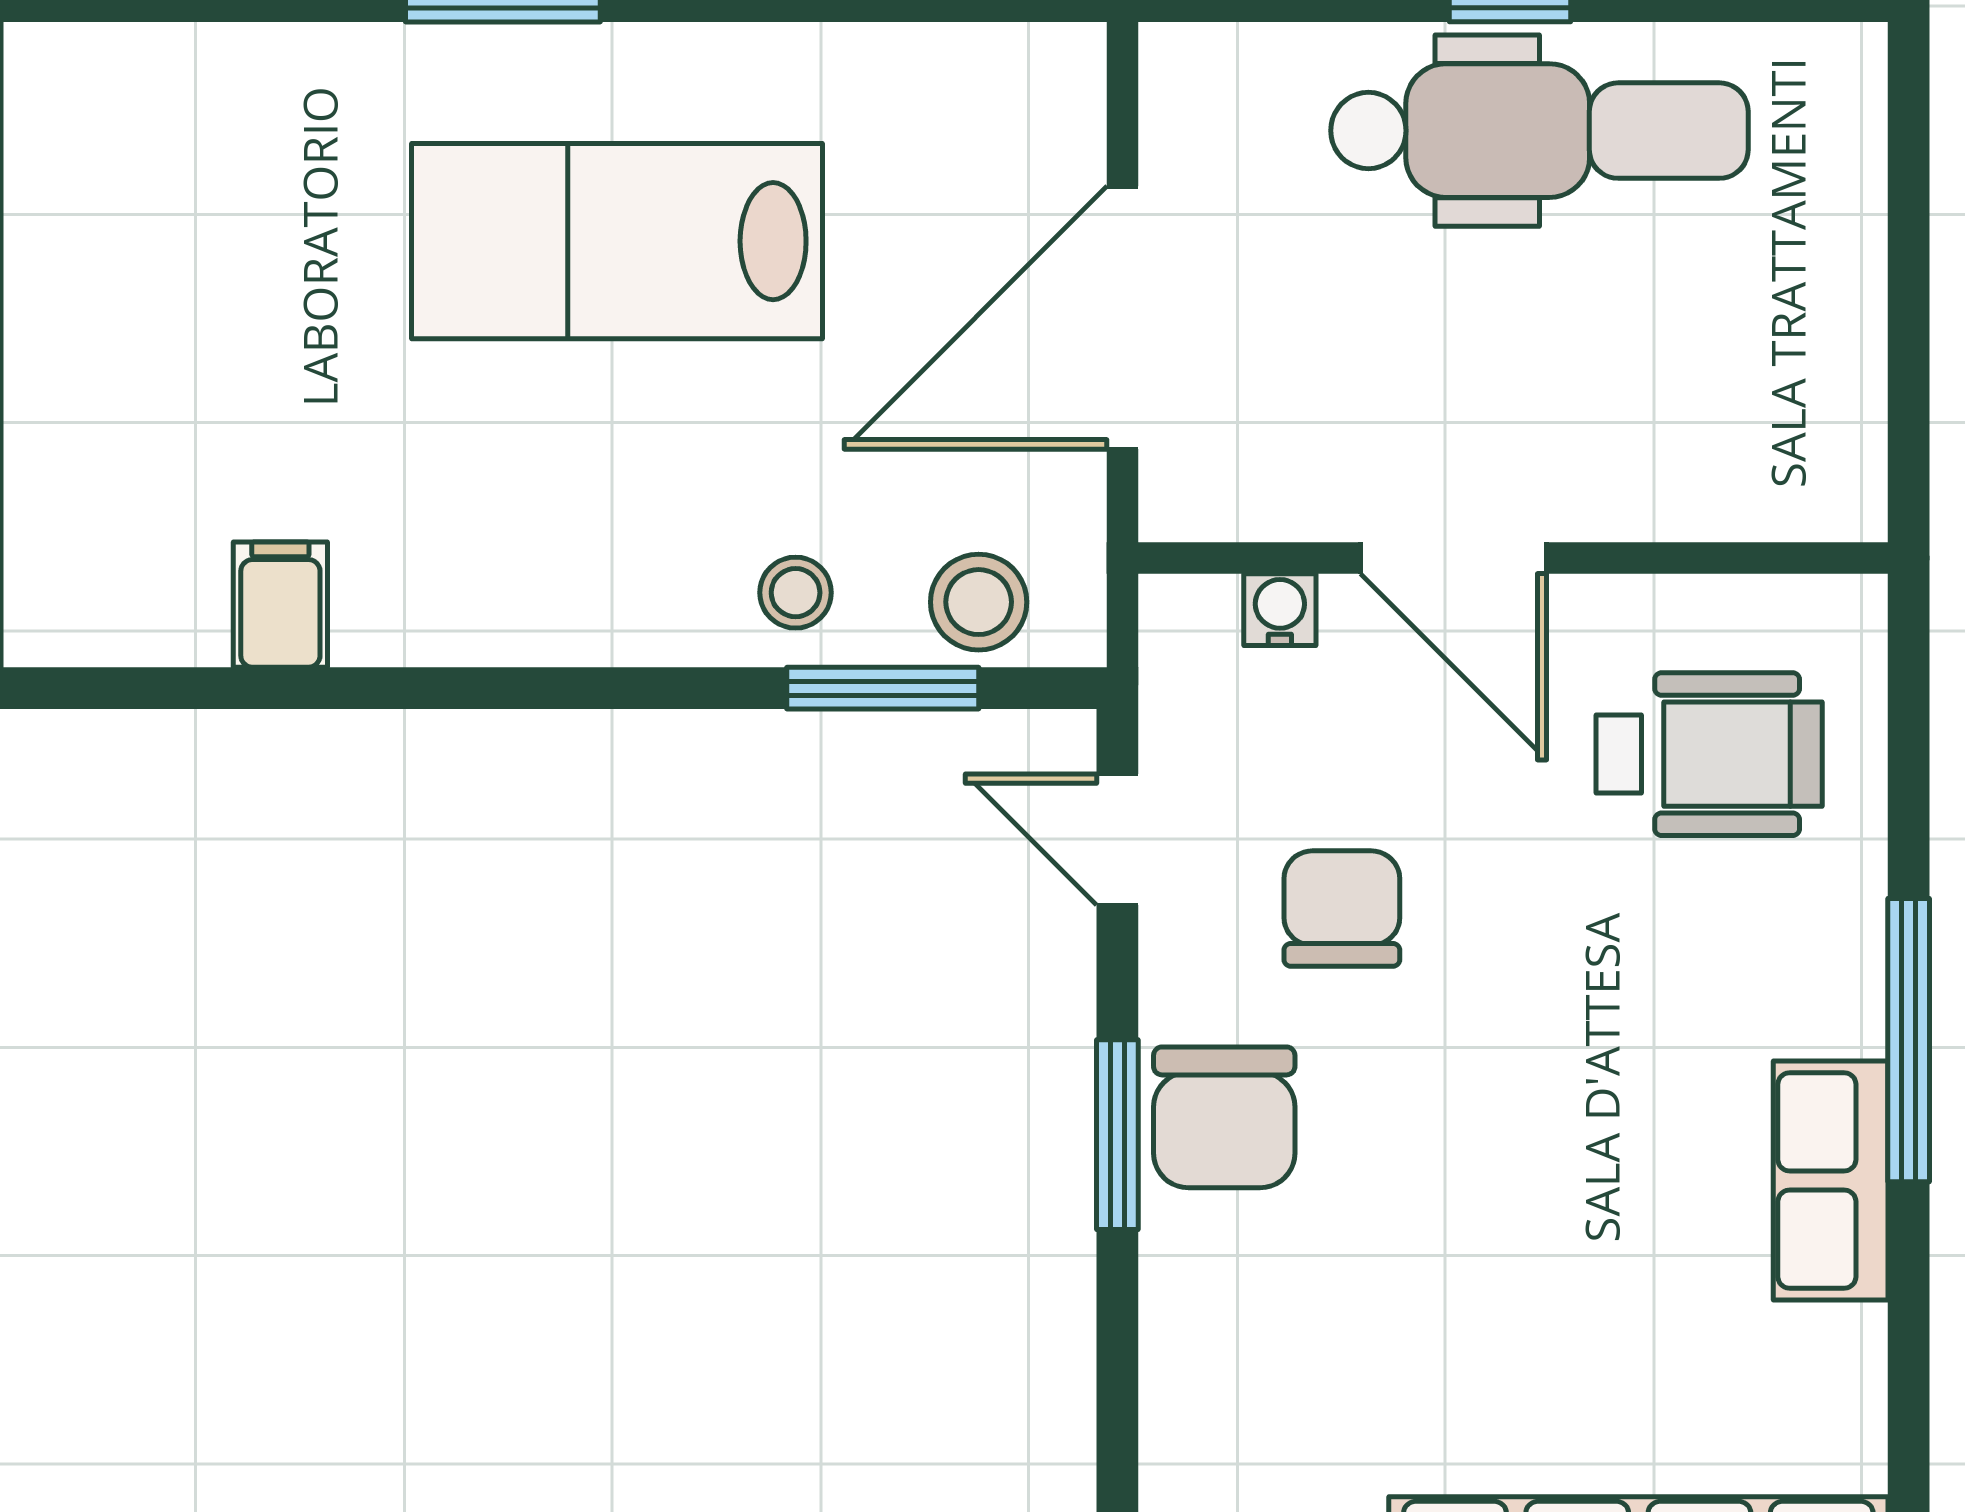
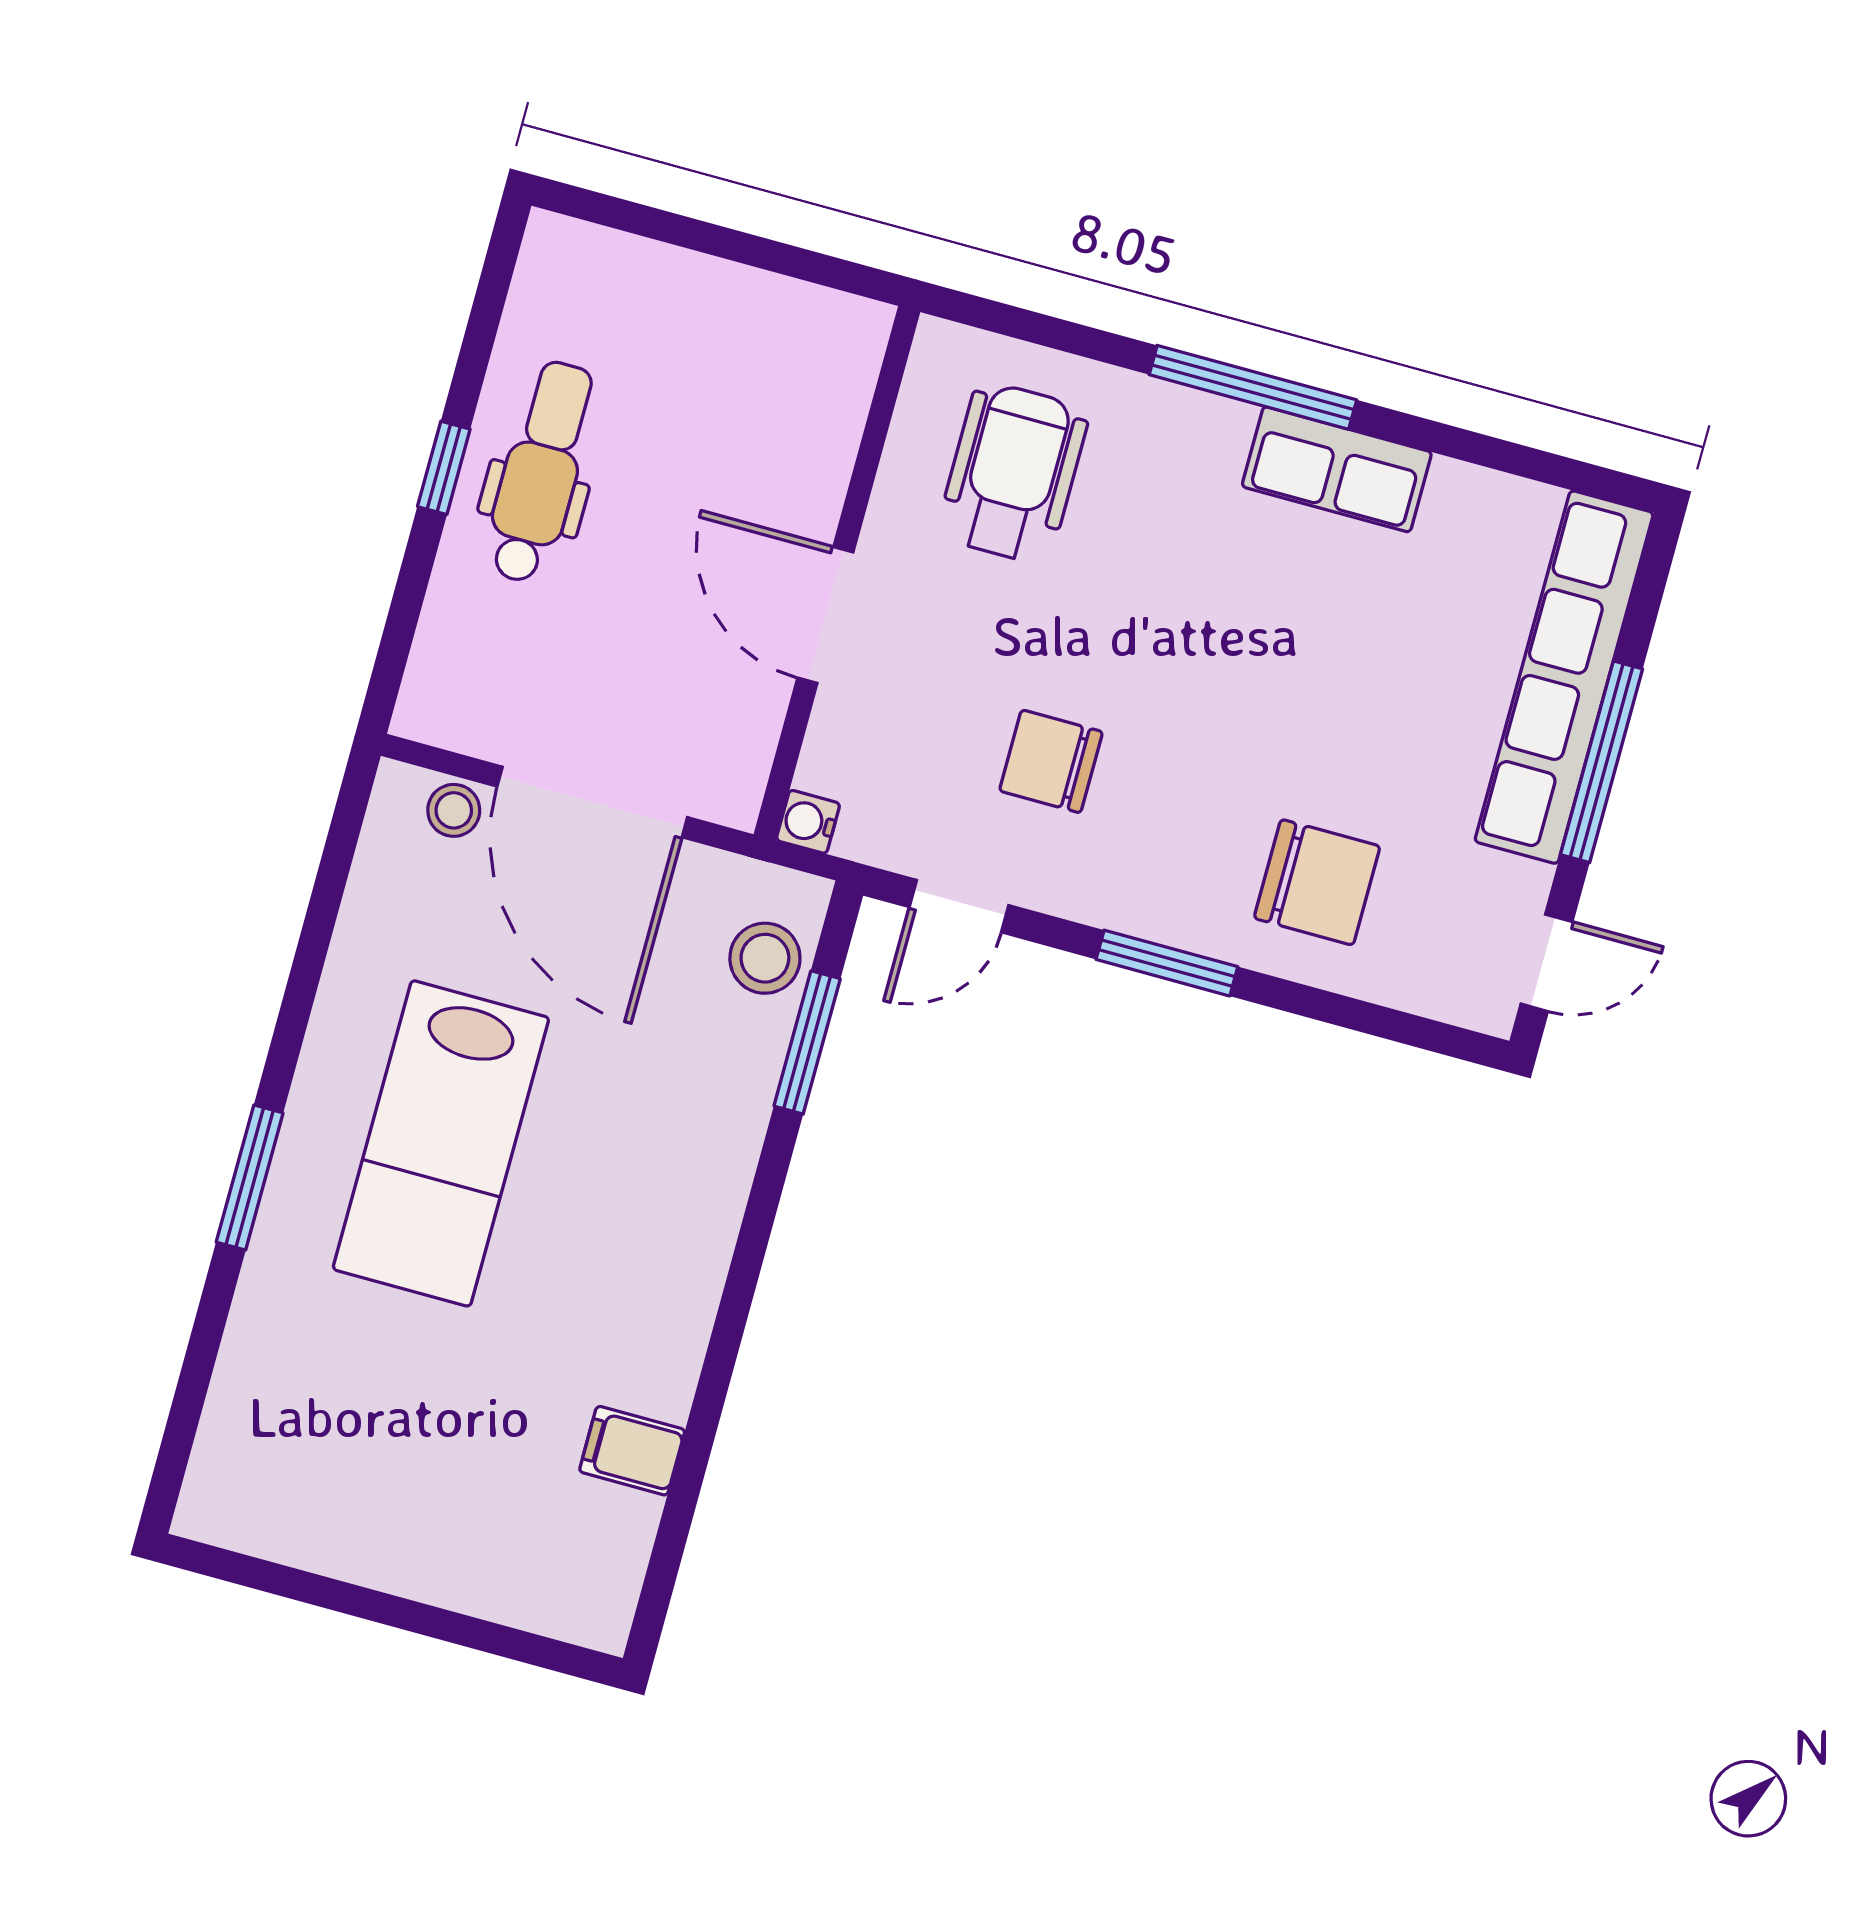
dental chair: (1539, 131) -> (541, 472), width x0.73, depth x0.72
door: (1454, 558) -> (825, 615), swing flipped
stool: (796, 593) -> (454, 810), moved
water cooler: (1280, 610) -> (808, 822), moved
chair: (1224, 1117) -> (1317, 882), moved

